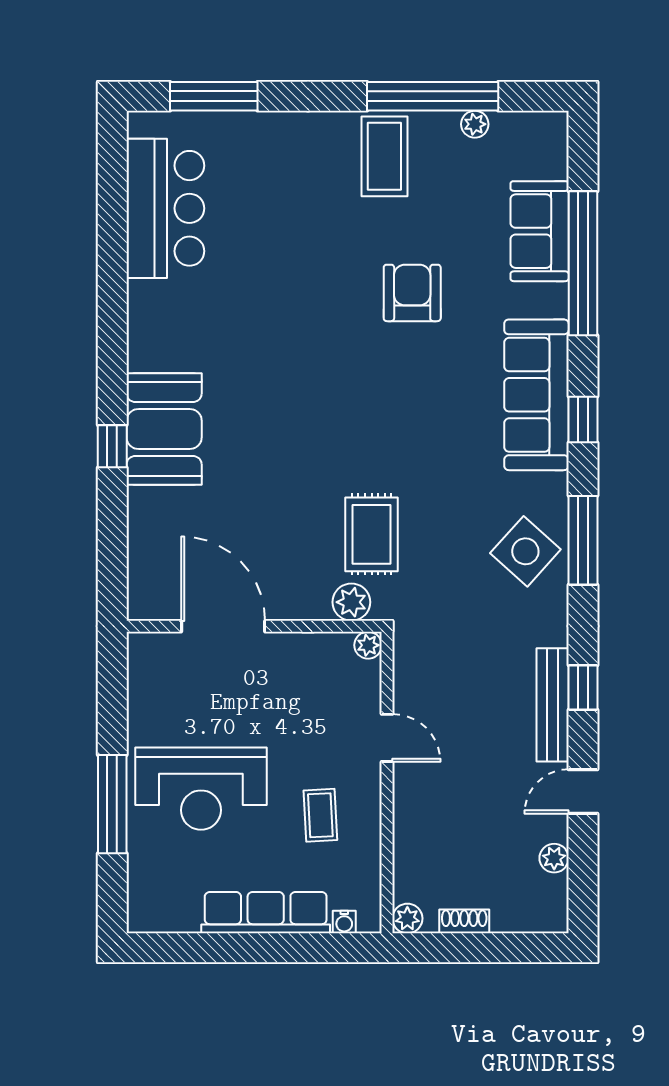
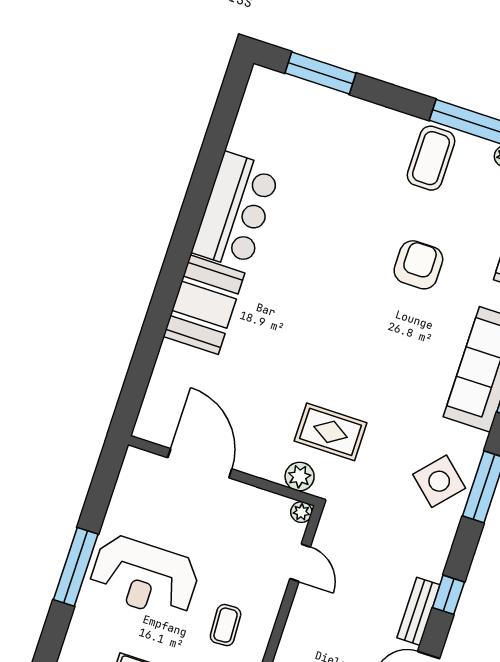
bar counter: (165, 208) -> (236, 211), moved
window: (112, 446) -> (162, 305), removed
rug: (372, 534) -> (331, 432), turned 90
bench: (553, 705) -> (418, 611), width x0.73
door: (387, 738) -> (300, 563), moved

